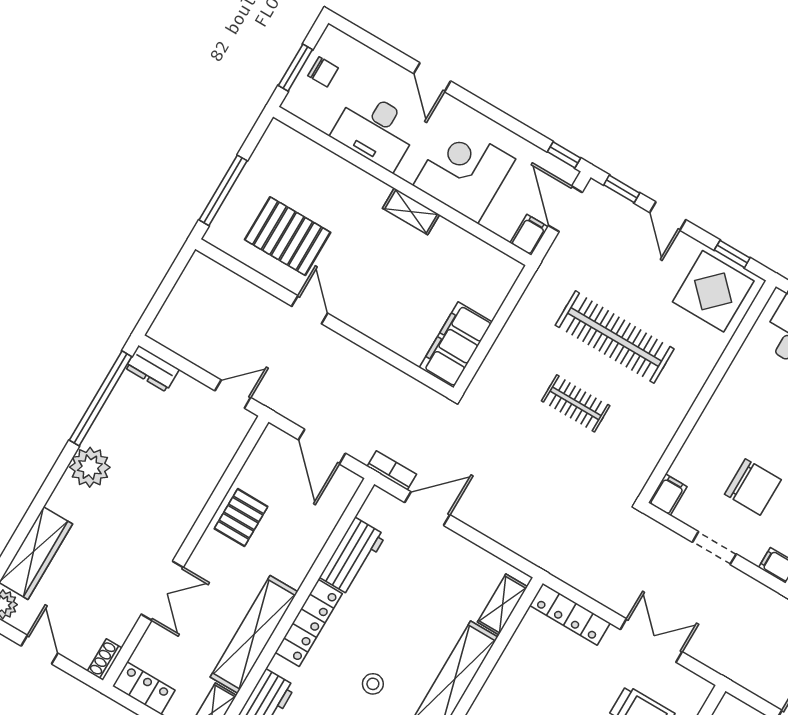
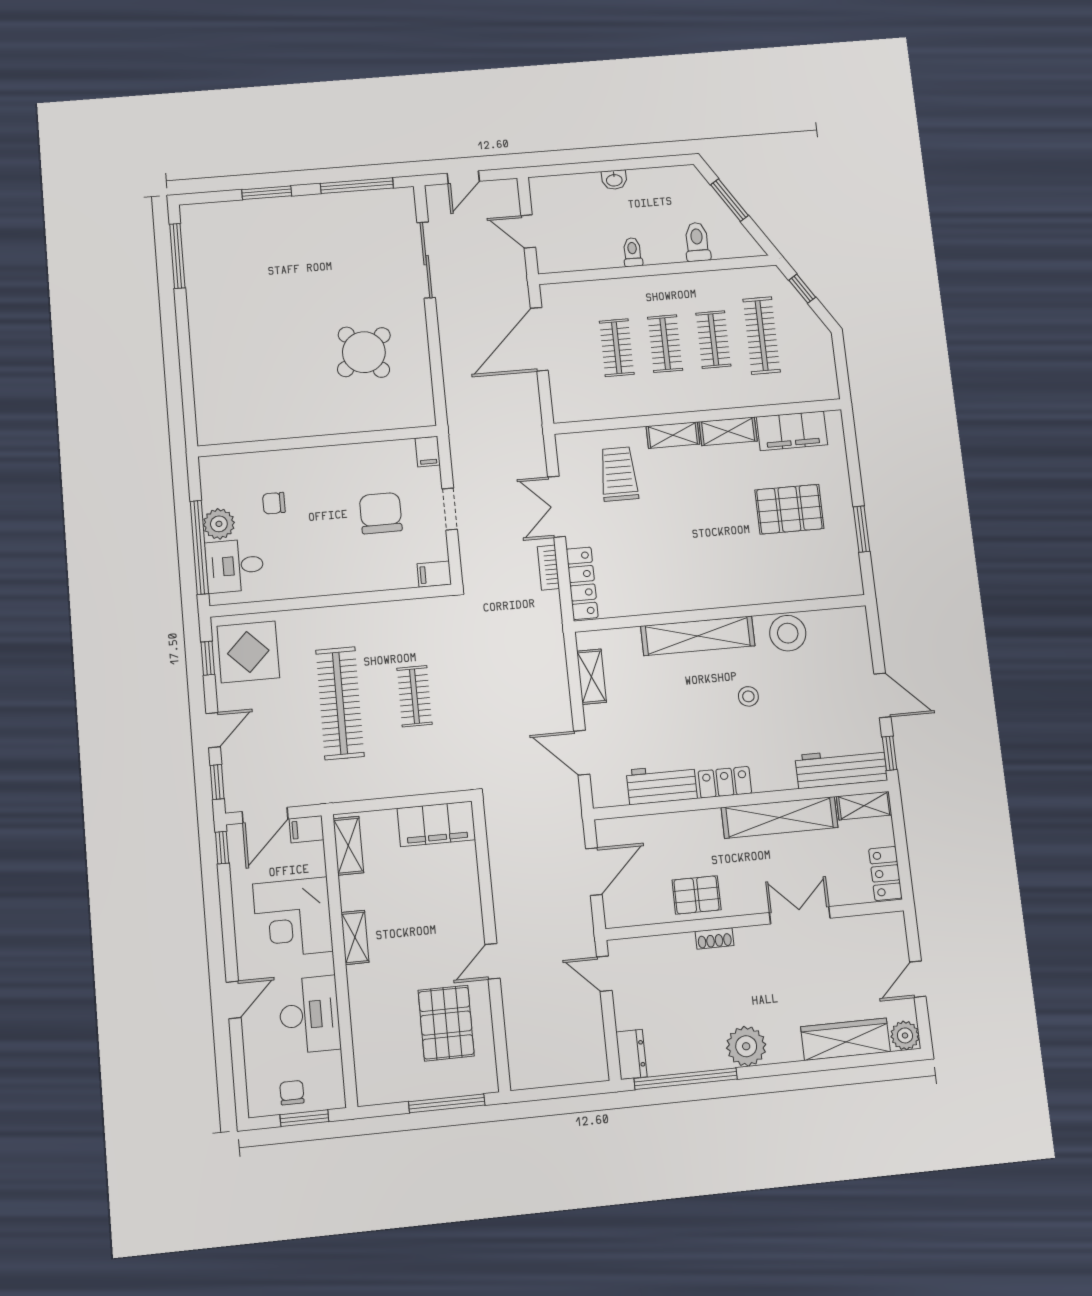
shelving: (490, 260) -> (348, 846), added
bookcase: (392, 470) -> (548, 568), moved
shelving: (502, 604) -> (591, 677), moved, turned 90
locker: (309, 623) -> (725, 782), width x0.66
shoe rack: (105, 660) -> (714, 938), moved

